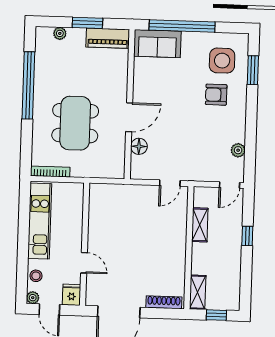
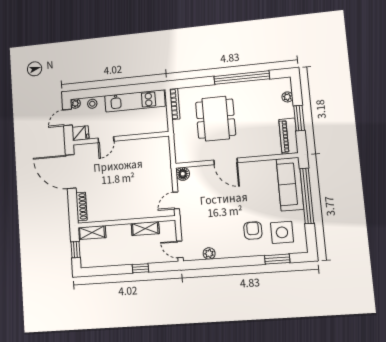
sofa: (157, 44) -> (290, 184), width x1.36
dining table: (75, 123) -> (216, 119), turned 90
floor lamp: (139, 146) -> (183, 174), moved
door: (170, 183) -> (176, 200), hinge flipped

